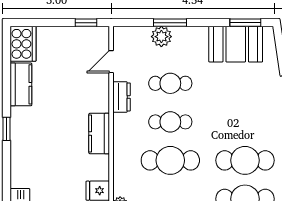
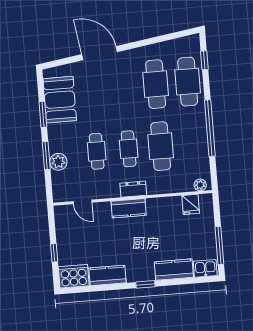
window: (86, 23) -> (54, 253), moved
window: (245, 23) -> (43, 114), moved
dresser: (122, 97) -> (133, 189), moved
kitchen counter: (99, 134) -> (129, 208), moved
kitchen counter: (21, 164) -> (174, 270), added

